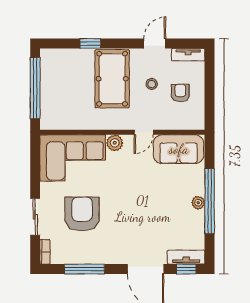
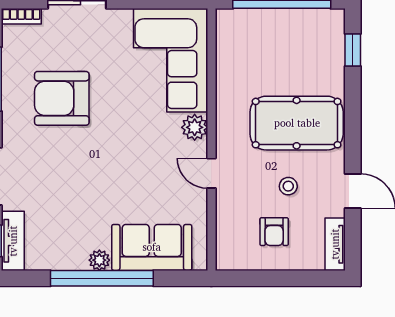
window: (90, 43) -> (353, 50), moved
armchair: (180, 93) -> (274, 232), turned 90
sofa: (179, 149) -> (152, 247), moved, turned 90
armchair: (82, 214) -> (62, 98), moved, turned 180

